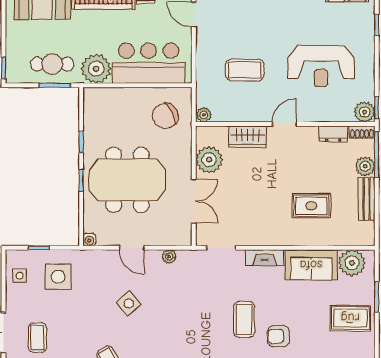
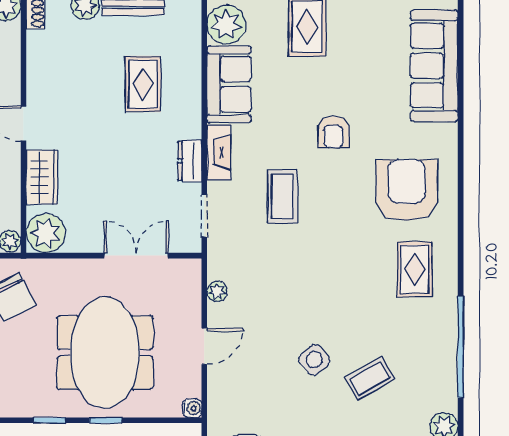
dresser: (333, 134) -> (190, 161), moved, turned 180
plant: (209, 160) -> (46, 233), moved
side table: (129, 303) -> (314, 360), moved
coffee table: (244, 319) -> (283, 196), moved, turned 90

